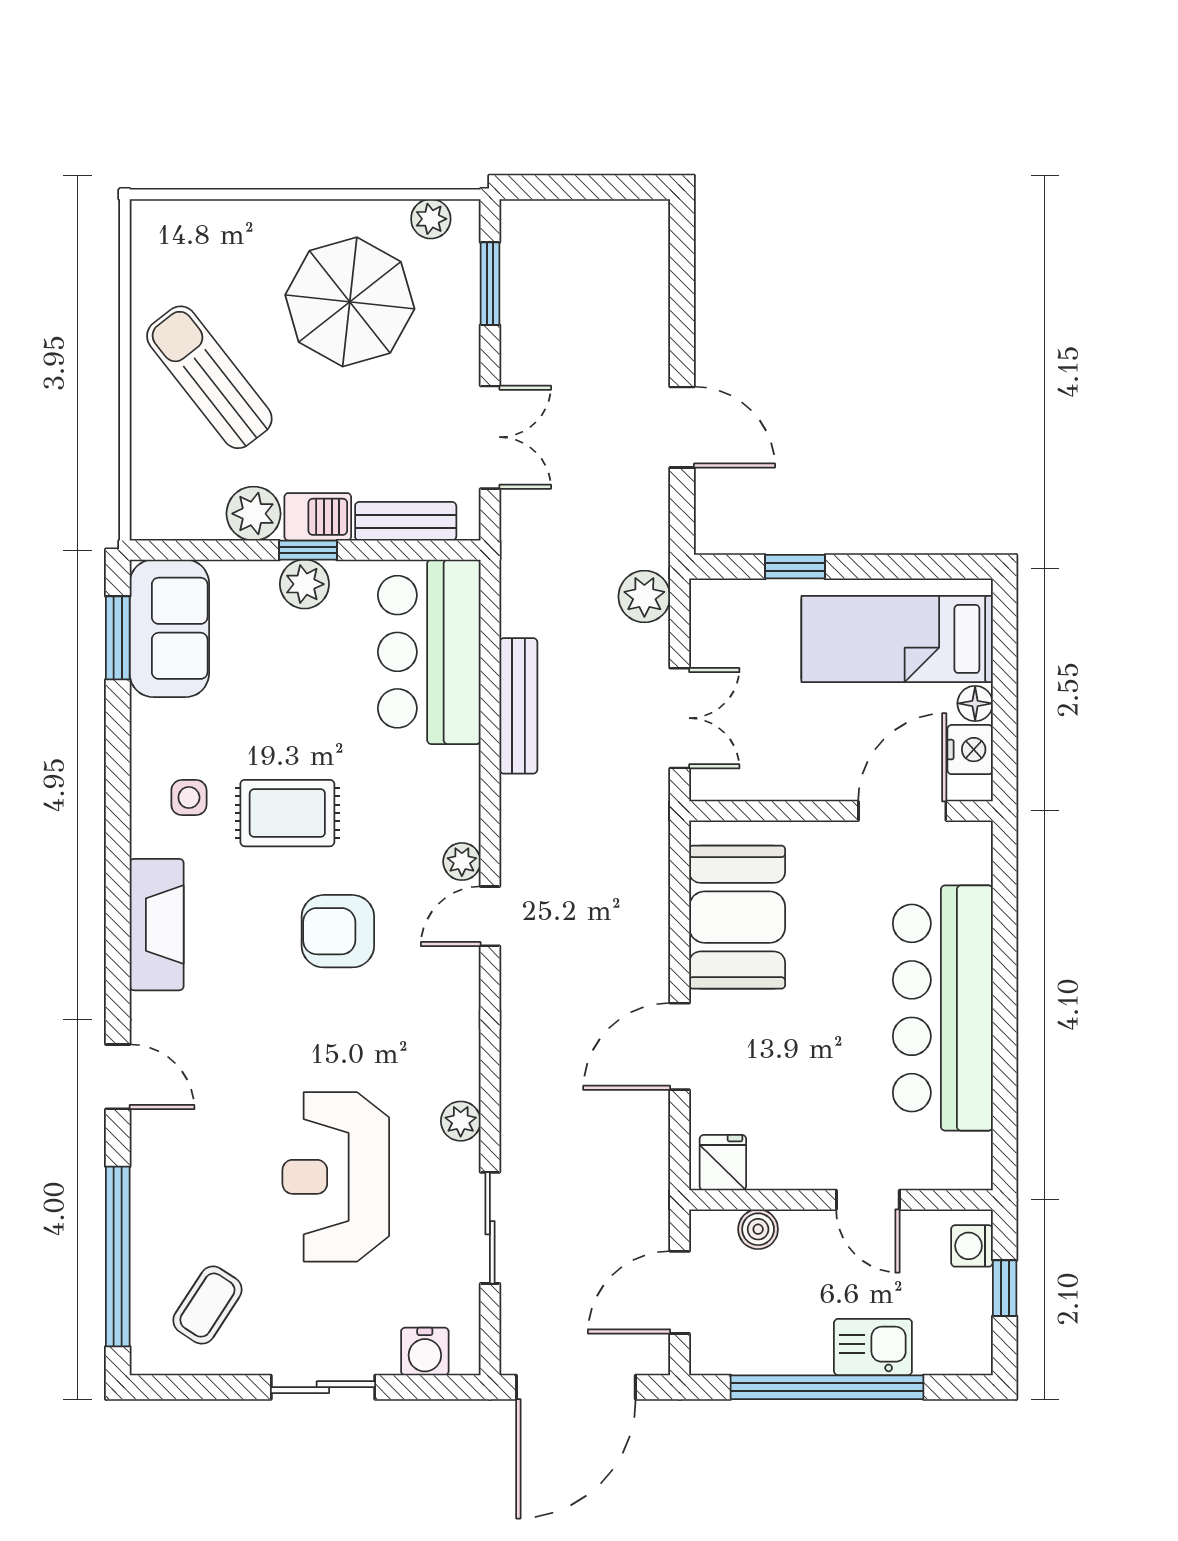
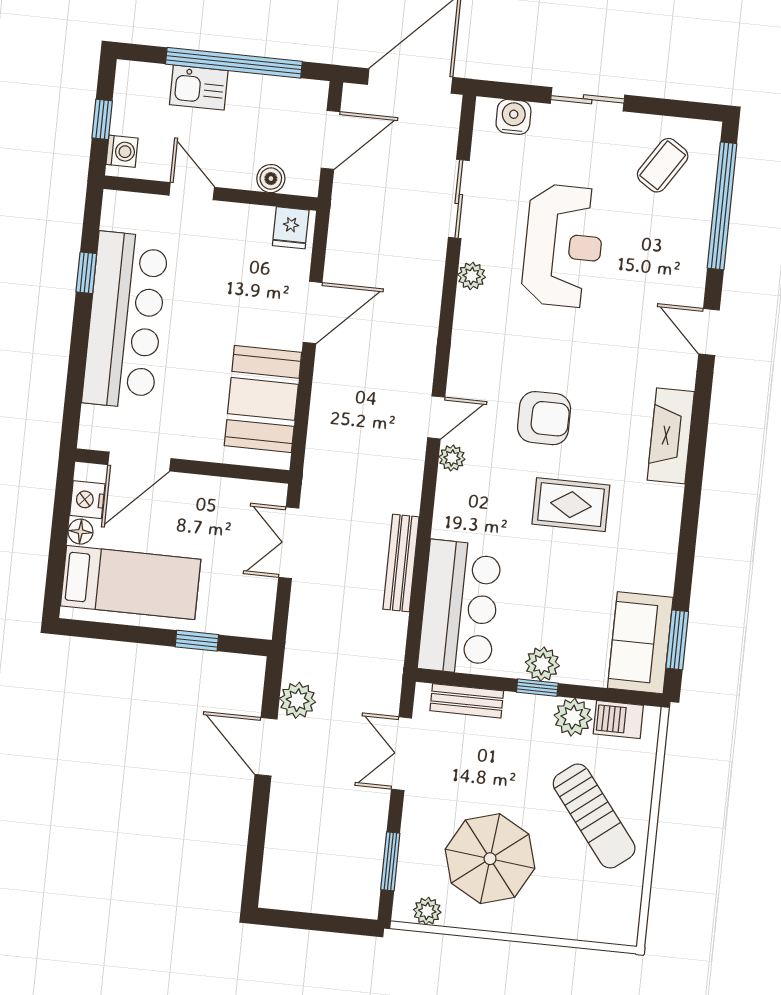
barbecue: (318, 517) -> (618, 720), moved
plant: (644, 597) -> (298, 700), moved
side table: (189, 798) -> (639, 523), removed
window: (1005, 1069) -> (86, 273), added

